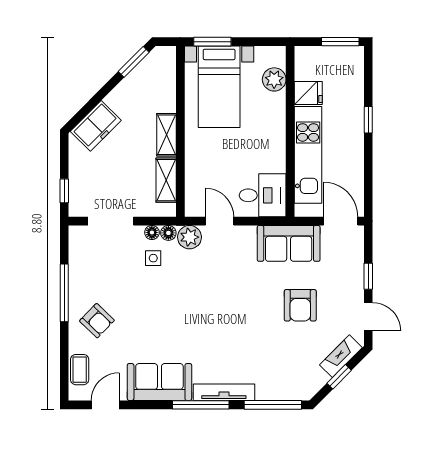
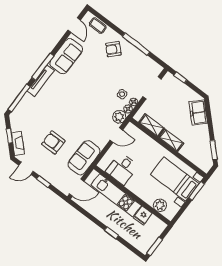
desk: (263, 195) -> (122, 169), moved

